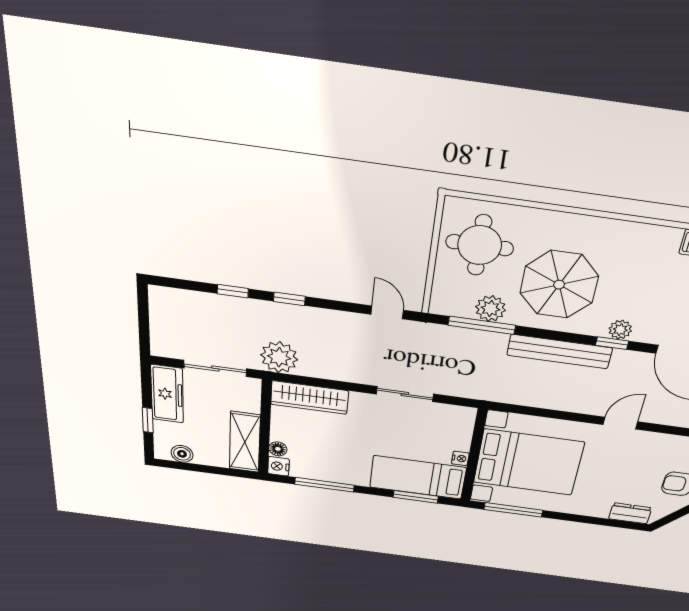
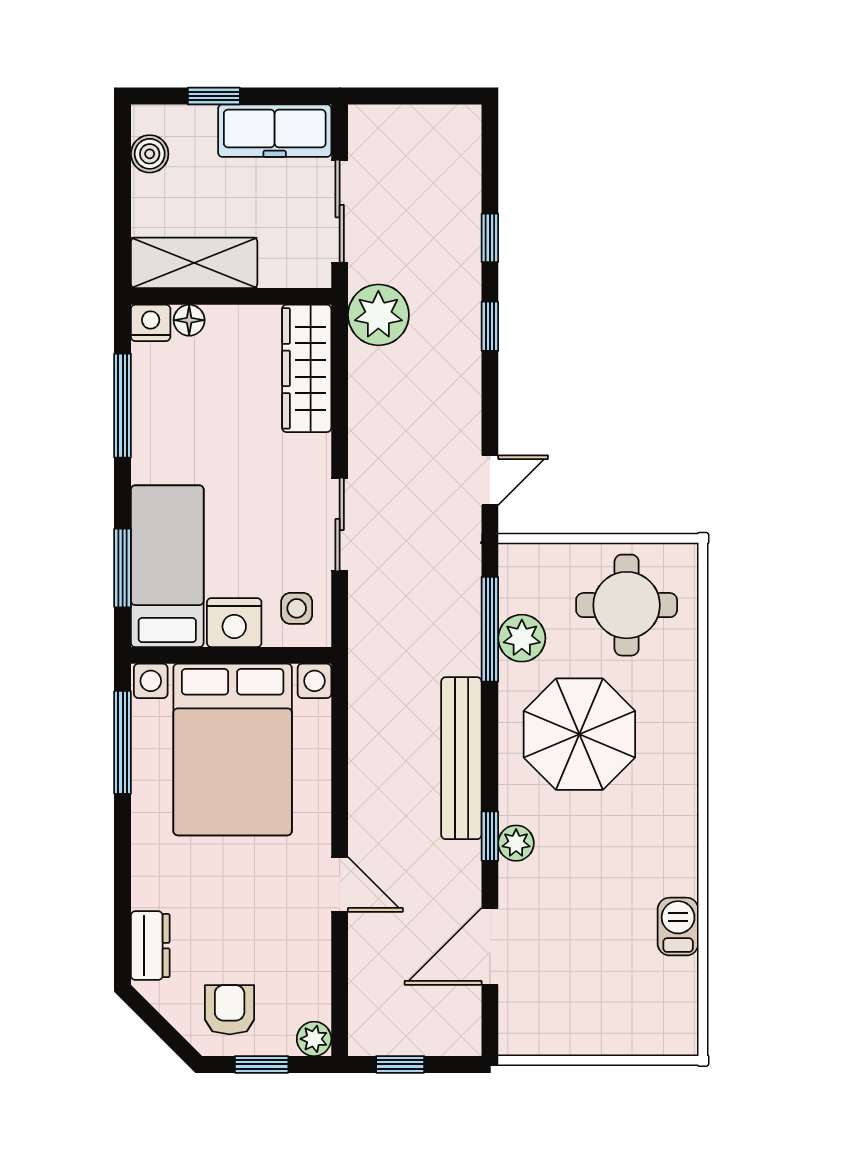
side table: (452, 422) -> (297, 608), added
nightstand: (460, 458) -> (234, 623), width x1.89, depth x1.79

